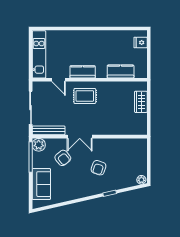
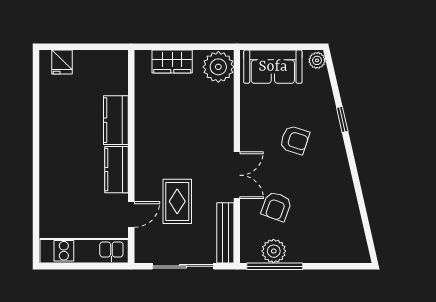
kitchen counter: (121, 72) -> (116, 120), moved
rug: (85, 96) -> (177, 201), moved
plant: (138, 127) -> (218, 67), added
plant: (39, 145) -> (274, 251), moved
armchair: (63, 158) -> (276, 206), turned 149
sofa: (41, 184) -> (273, 67), moved, turned 180

